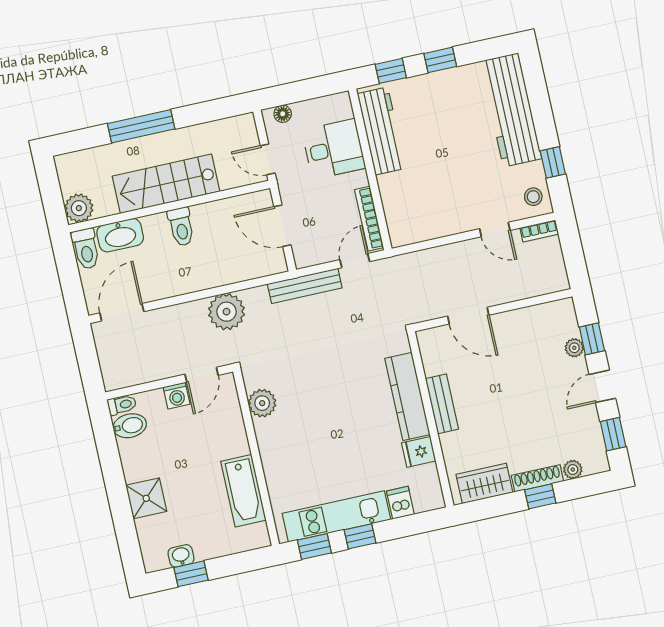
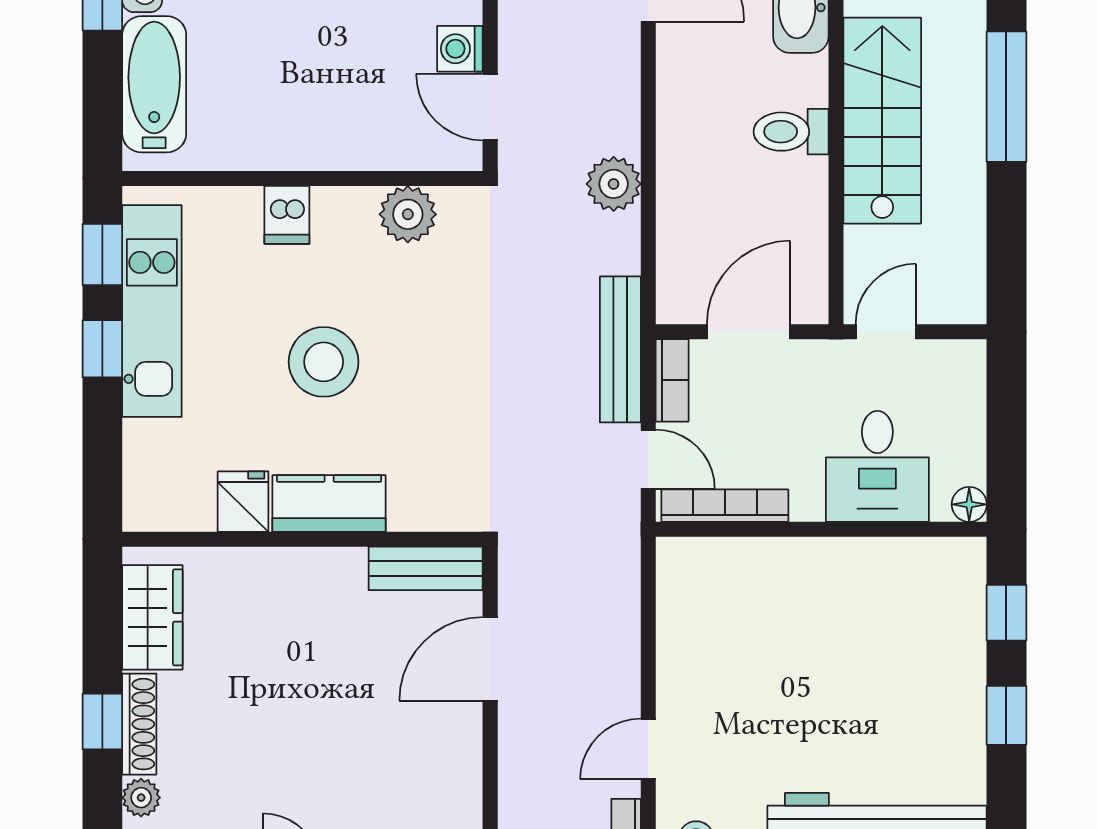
floor lamp: (283, 114) -> (969, 504), moved
workbench: (381, 131) -> (892, 568), removed
bookcase: (314, 257) -> (672, 380), added
plant: (226, 312) -> (614, 184), width x0.73, depth x0.73
kitchen counter: (407, 396) -> (329, 503), width x0.67
bench: (442, 404) -> (426, 568), moved
stool: (343, 428) -> (324, 362), added
bathtub: (243, 491) -> (154, 84), moved, turned 90
dishwasher: (400, 503) -> (287, 215), moved, turned 90

